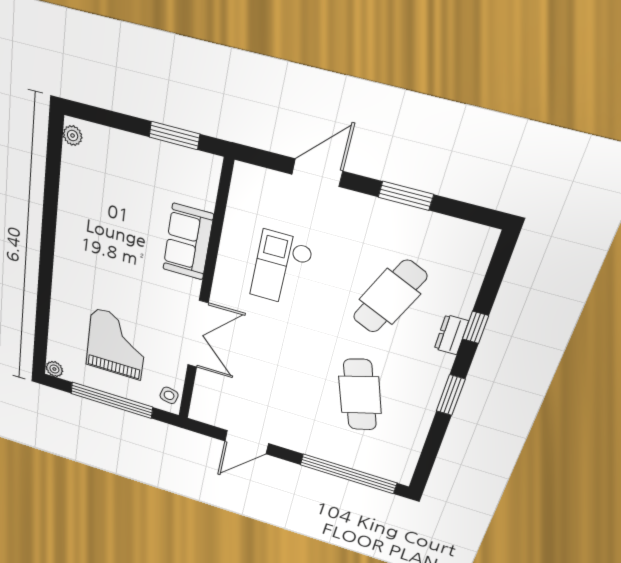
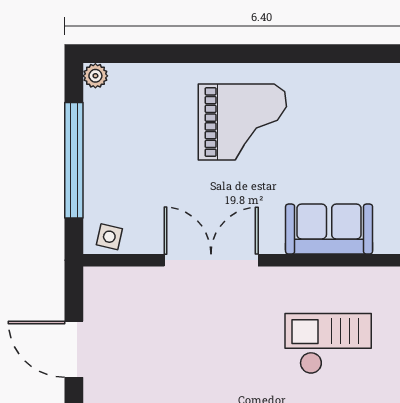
double door: (198, 334) -> (211, 260), swing flipped
grand piano: (117, 344) -> (242, 122), moved

